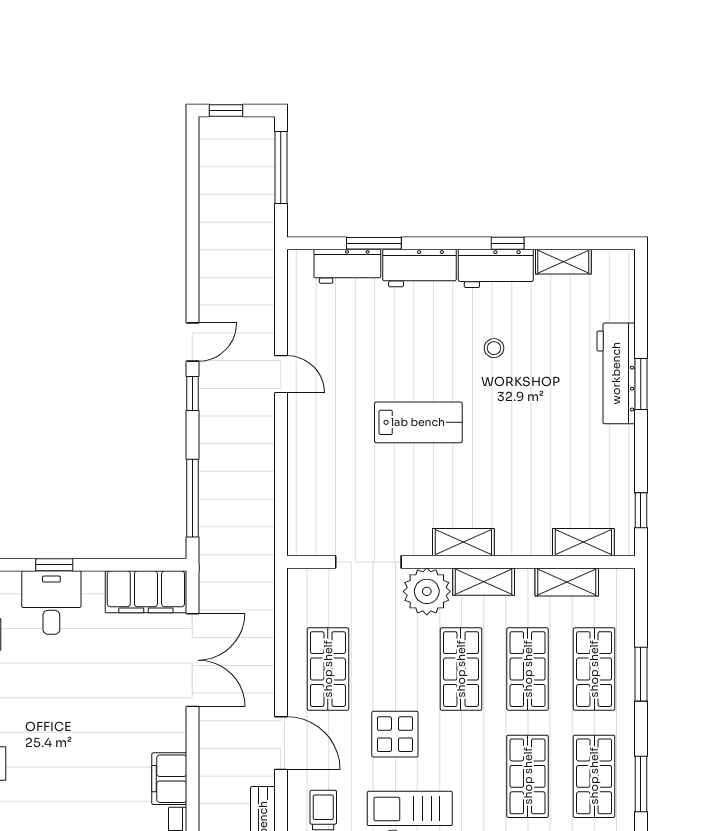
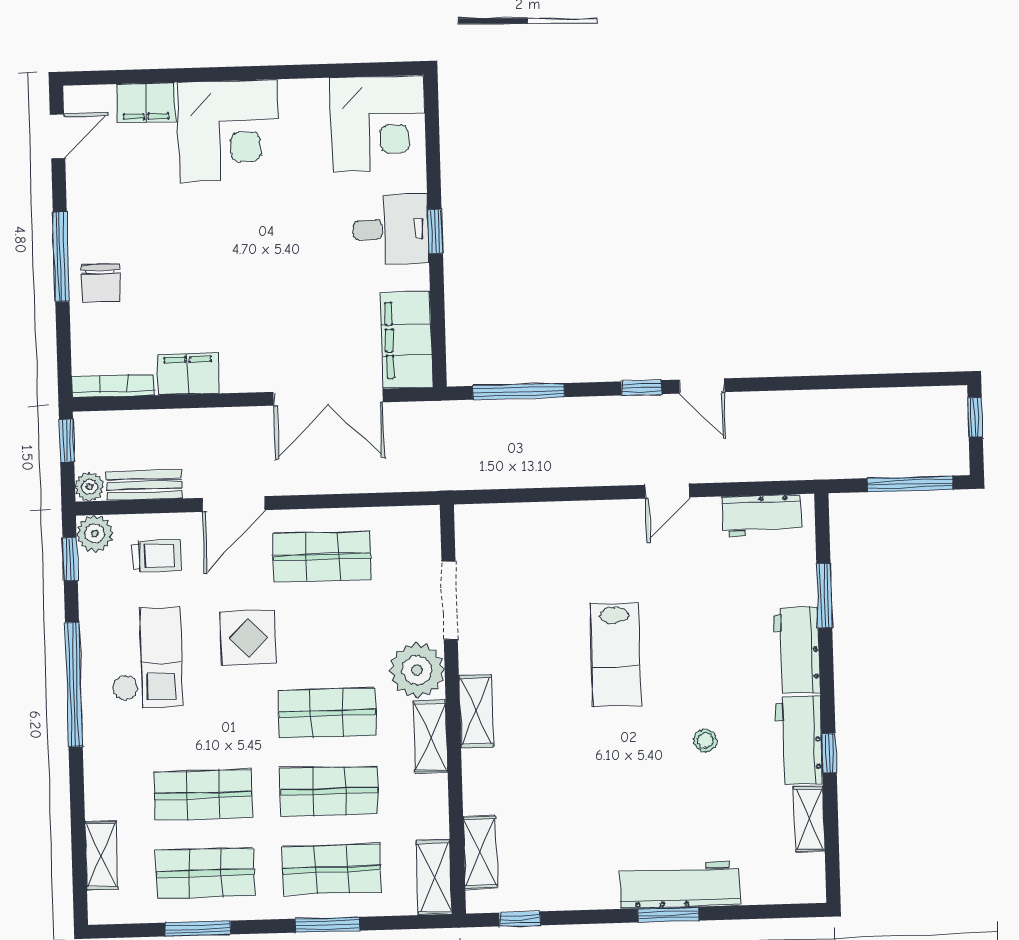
workbench: (347, 266) -> (762, 515), moved, turned -90
shelving: (567, 582) -> (434, 877), moved

